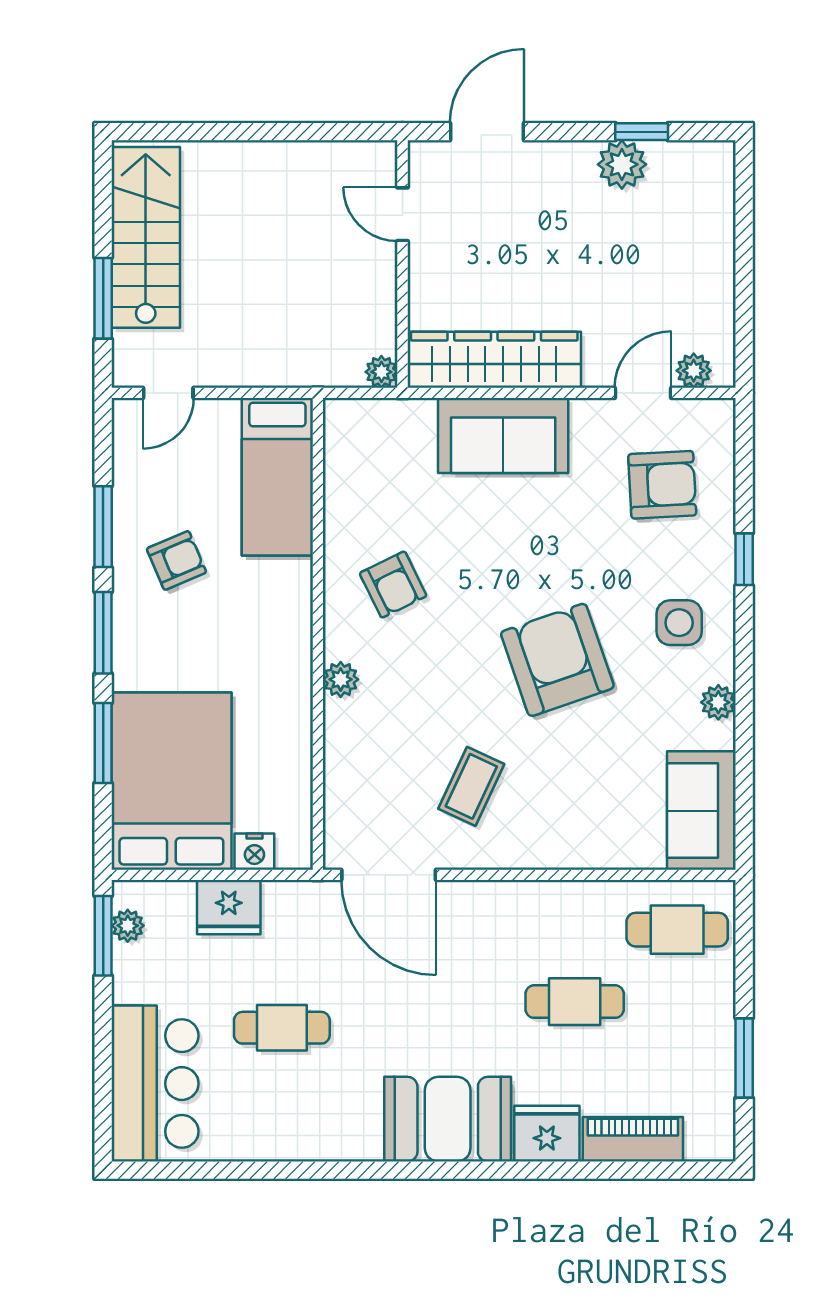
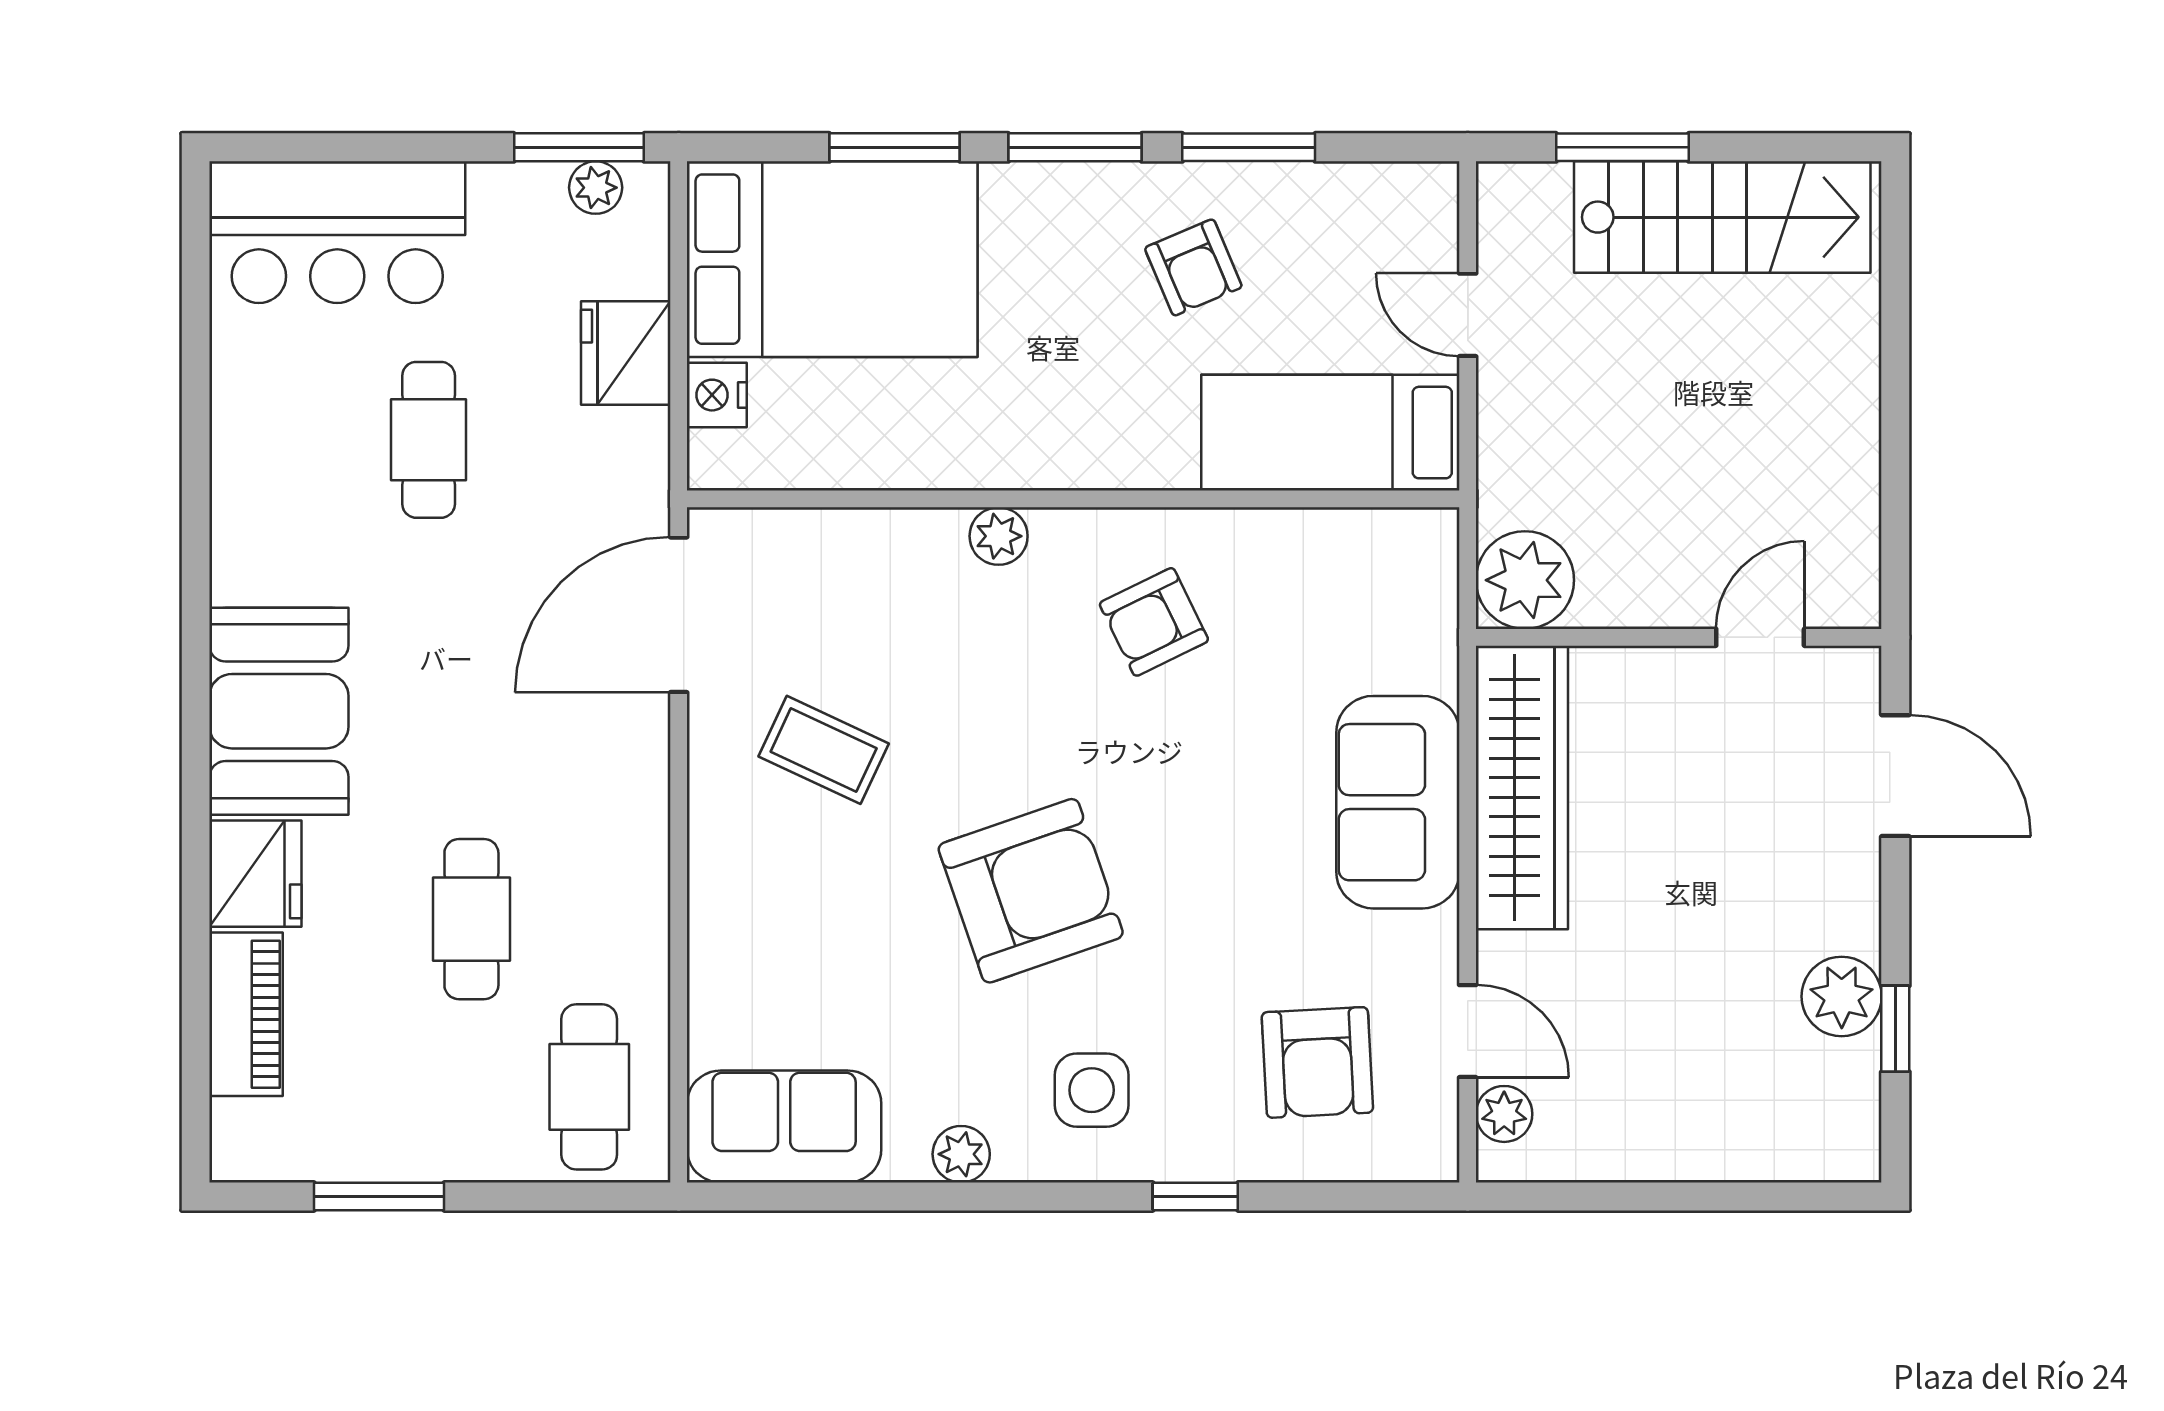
plant: (381, 372) -> (1525, 580), width x1.87, depth x1.87
door: (168, 393) -> (1468, 315), moved

